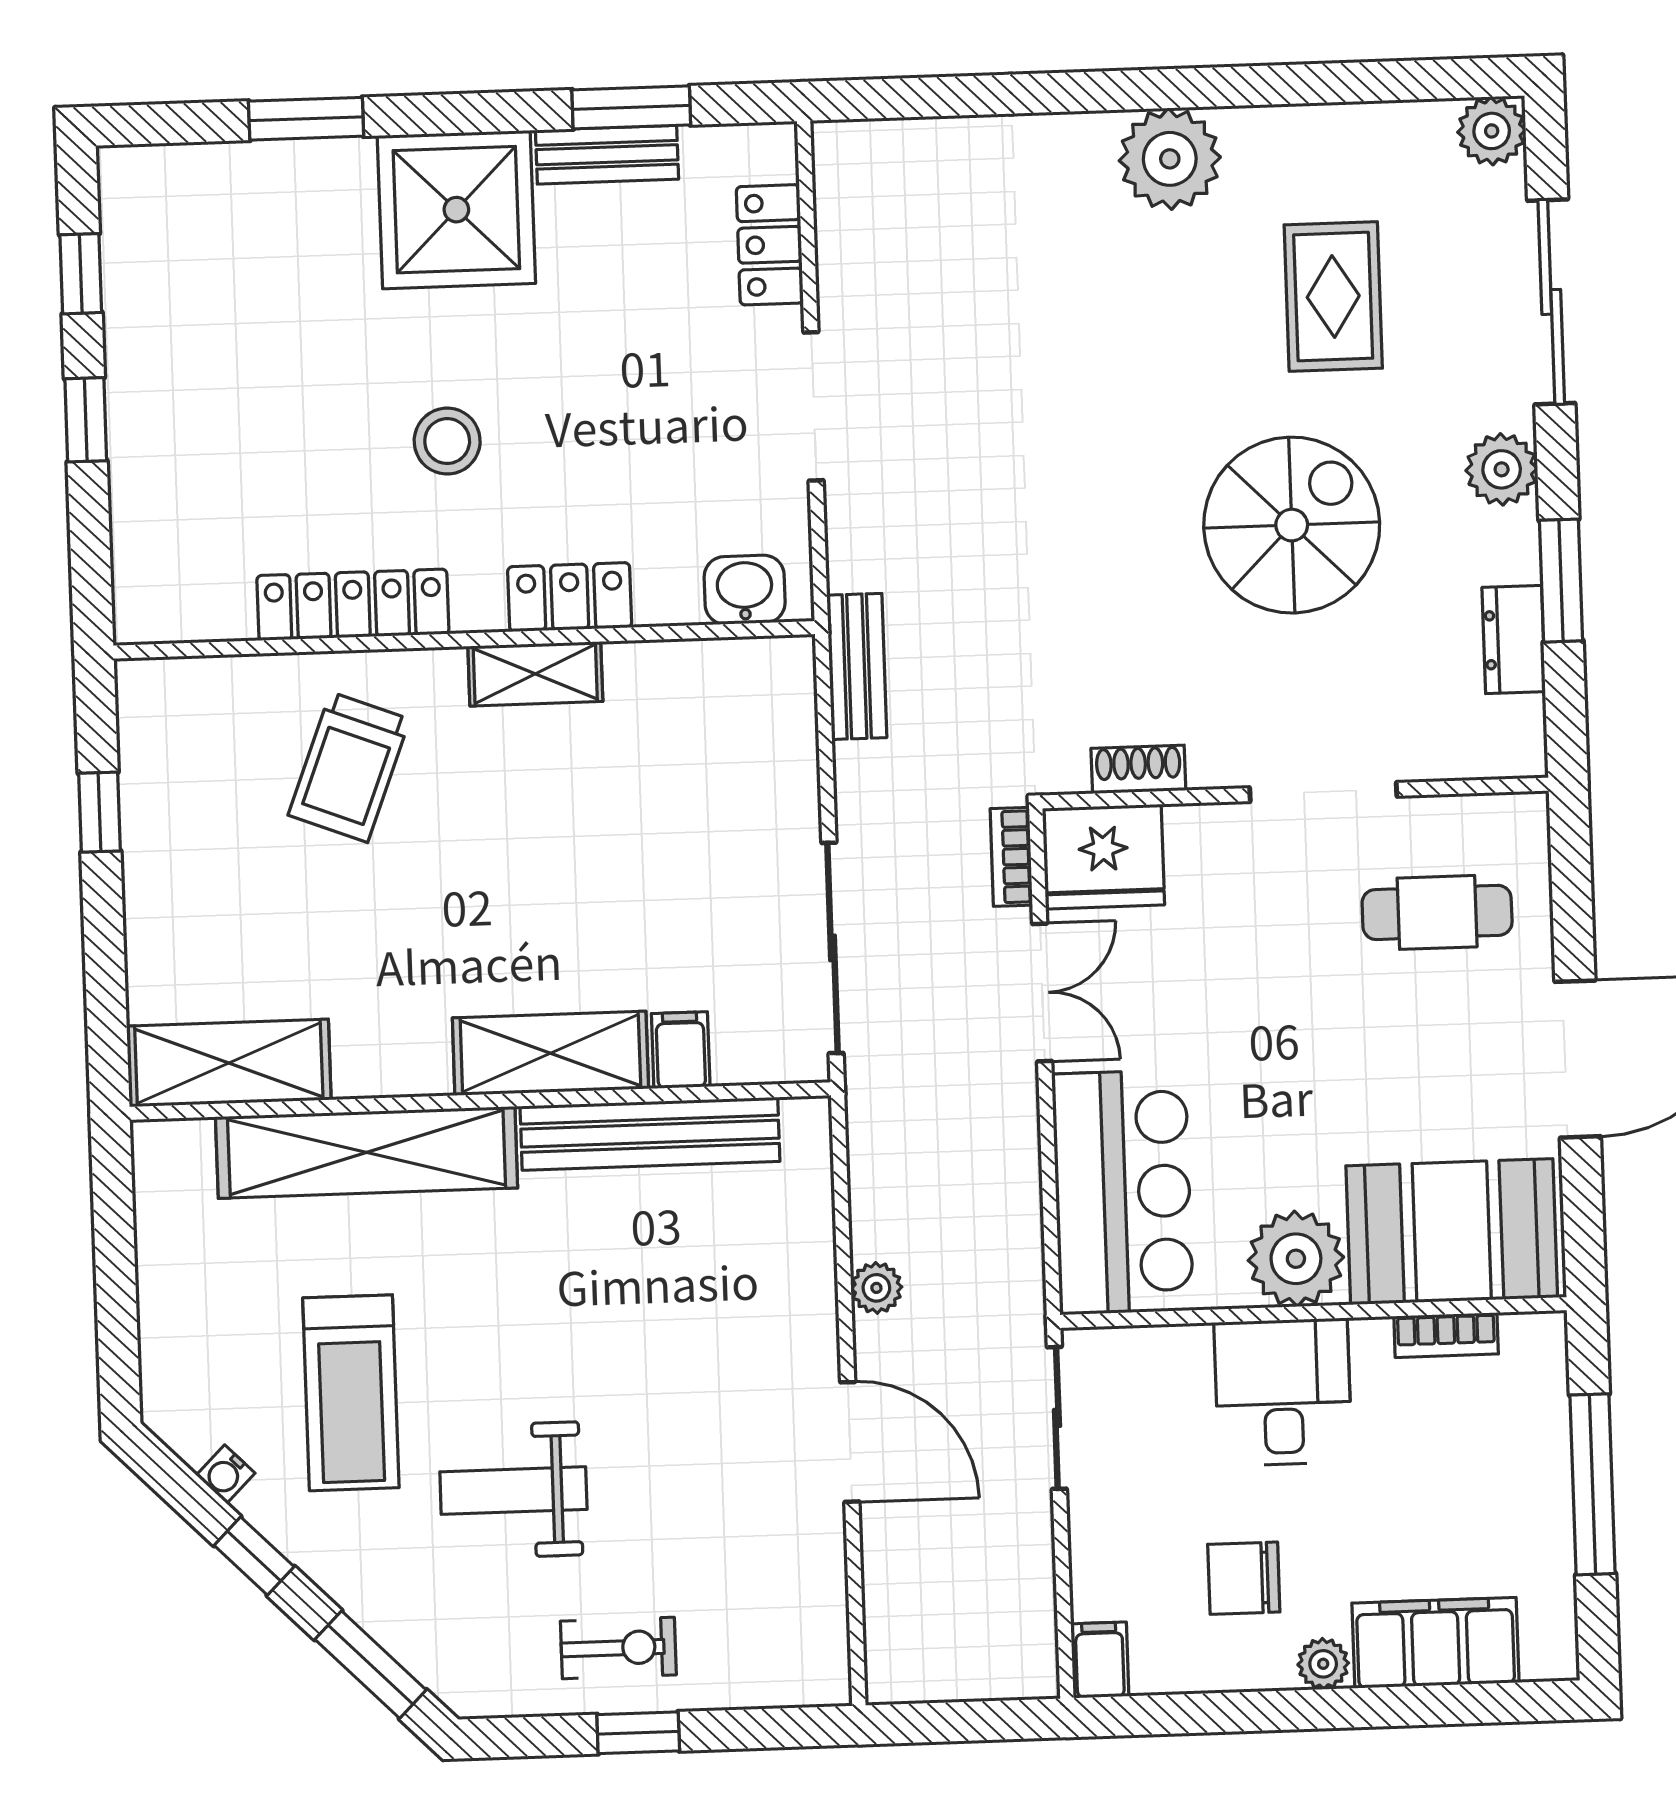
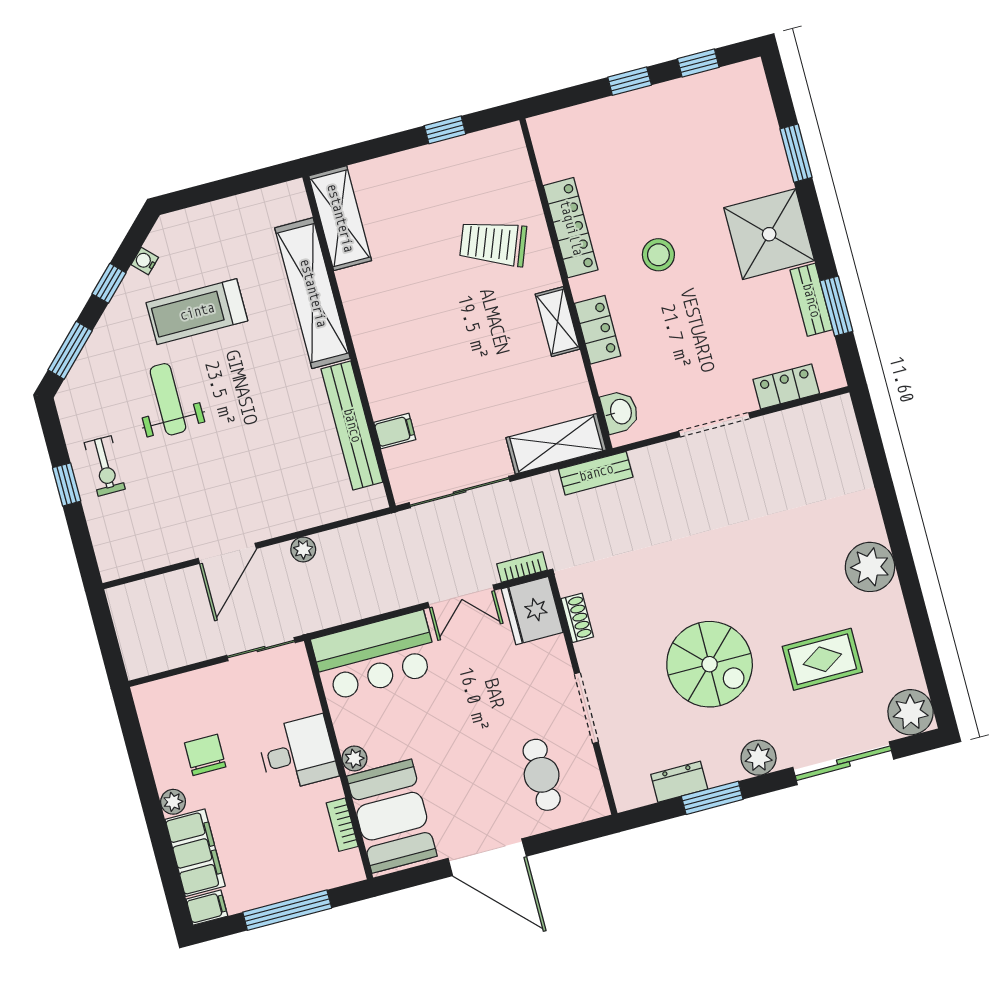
plant: (1492, 131) -> (911, 712), width x1.36, depth x1.36
shelving: (550, 1053) -> (556, 444), moved, turned 90
plant: (1296, 1259) -> (354, 758), width x0.53, depth x0.53
filing cabinet: (1100, 1660) -> (207, 908), moved

